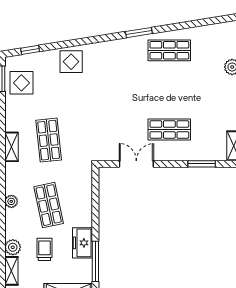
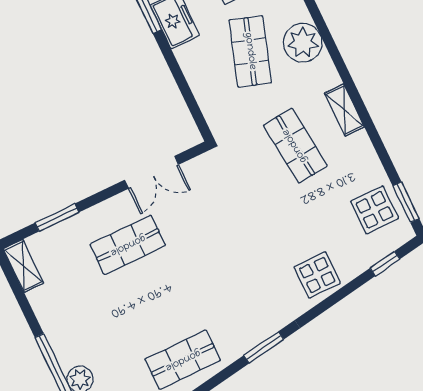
window: (139, 33) -> (264, 347), moved
plant: (11, 201) -> (303, 43), width x1.87, depth x1.87
shop shelf: (49, 205) -> (250, 51), turned 30

